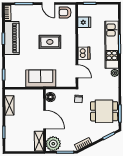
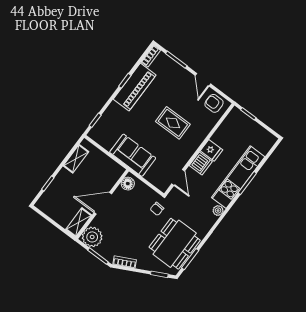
fridge: (84, 22) -> (211, 150), moved
dining table: (104, 111) -> (175, 244), width x1.38
door: (45, 119) -> (103, 203), swing flipped

